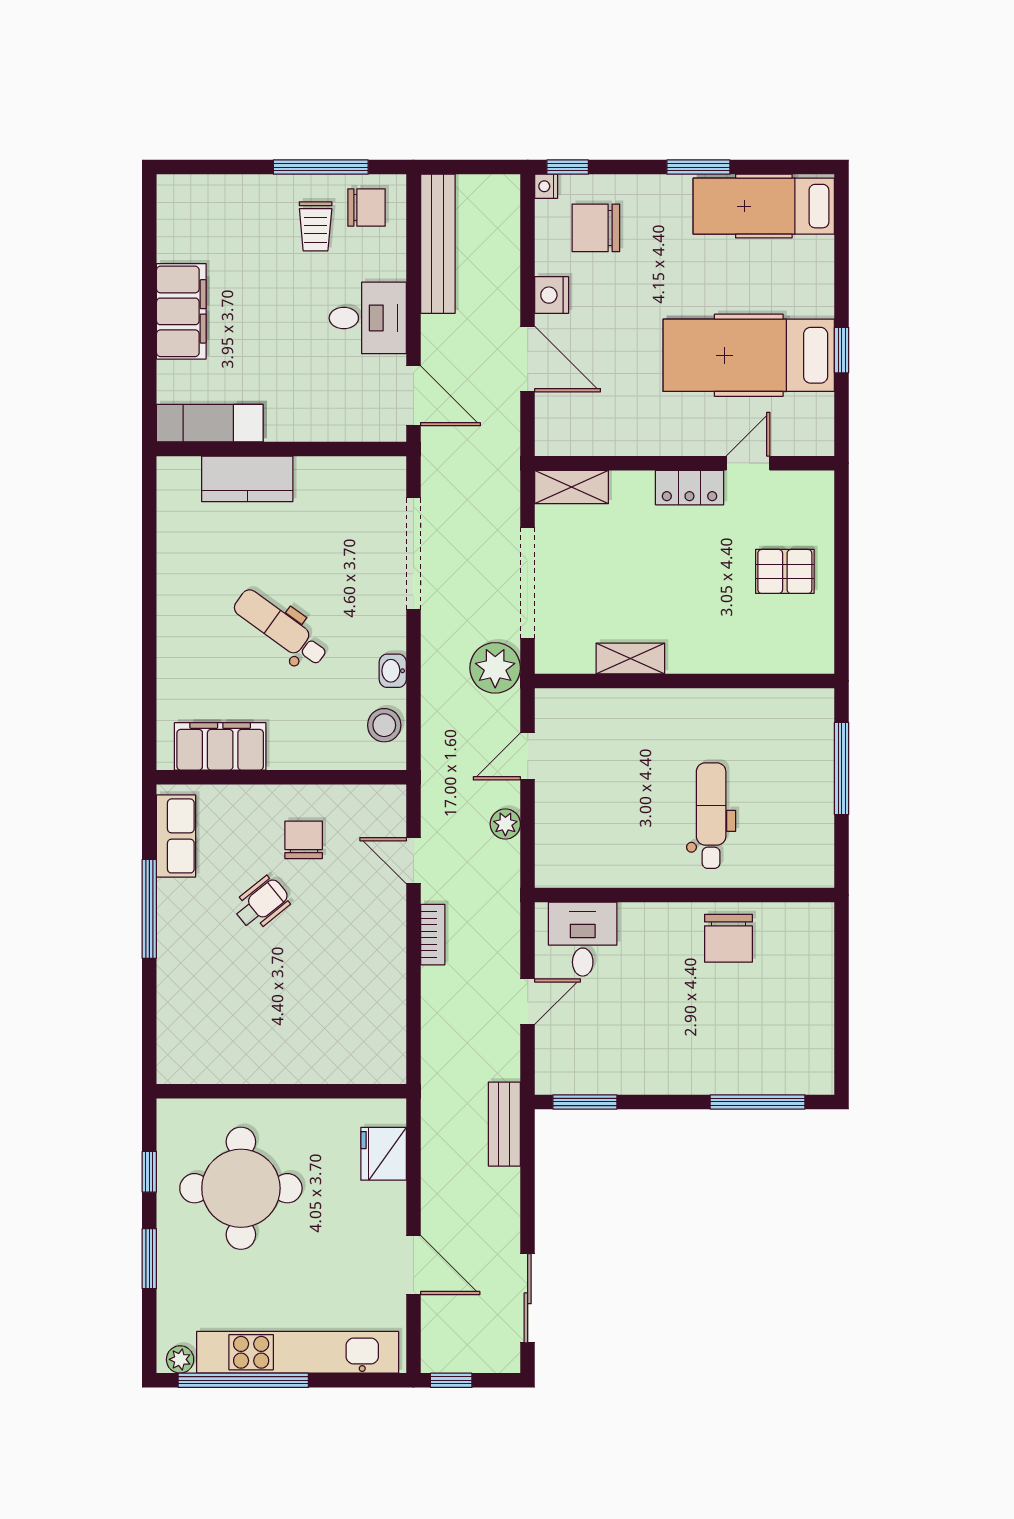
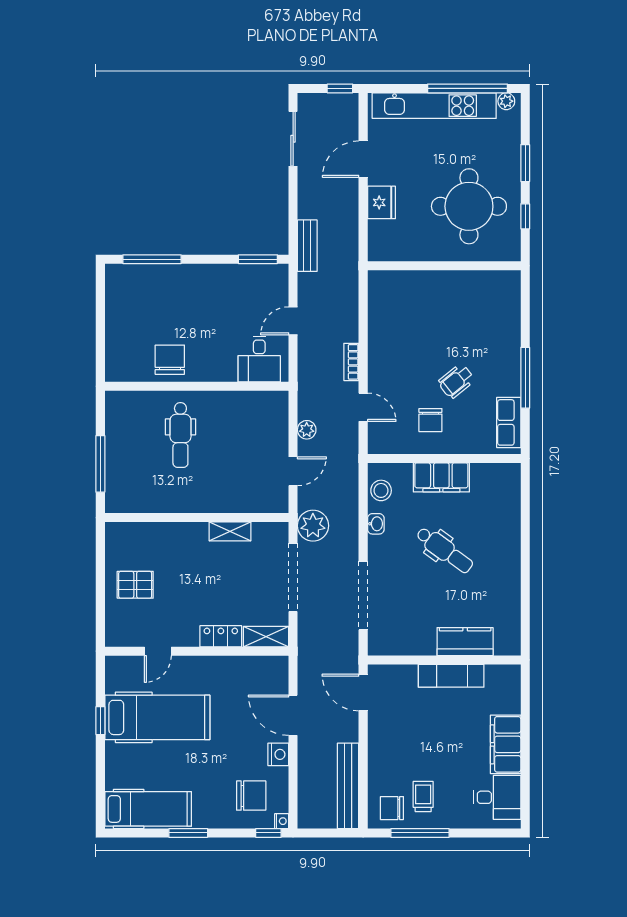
desk: (368, 318) -> (497, 797), moved, turned 180
exam couch: (210, 423) -> (451, 676), moved
locker: (689, 488) -> (221, 636), moved
filing cabinet: (220, 746) -> (441, 477), moved
fridge: (384, 1154) -> (381, 202), moved
door: (413, 1265) -> (363, 159), hinge flipped

